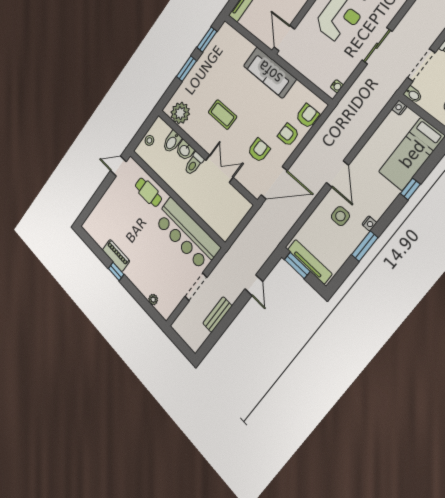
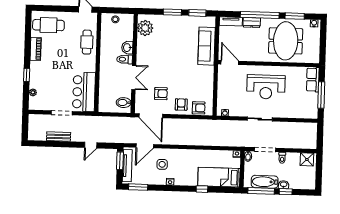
door: (284, 38) -> (230, 63), hinge flipped
sofa: (270, 72) -> (207, 46), moved
coffee table: (222, 114) -> (164, 56), removed
bidet: (172, 142) -> (124, 103), moved
door: (338, 174) -> (145, 146), moved
cafe table: (105, 220) -> (48, 25), added
bar counter: (187, 234) -> (84, 92), width x0.73
window: (365, 246) -> (138, 187), moved
window: (116, 271) -> (27, 75), moved

